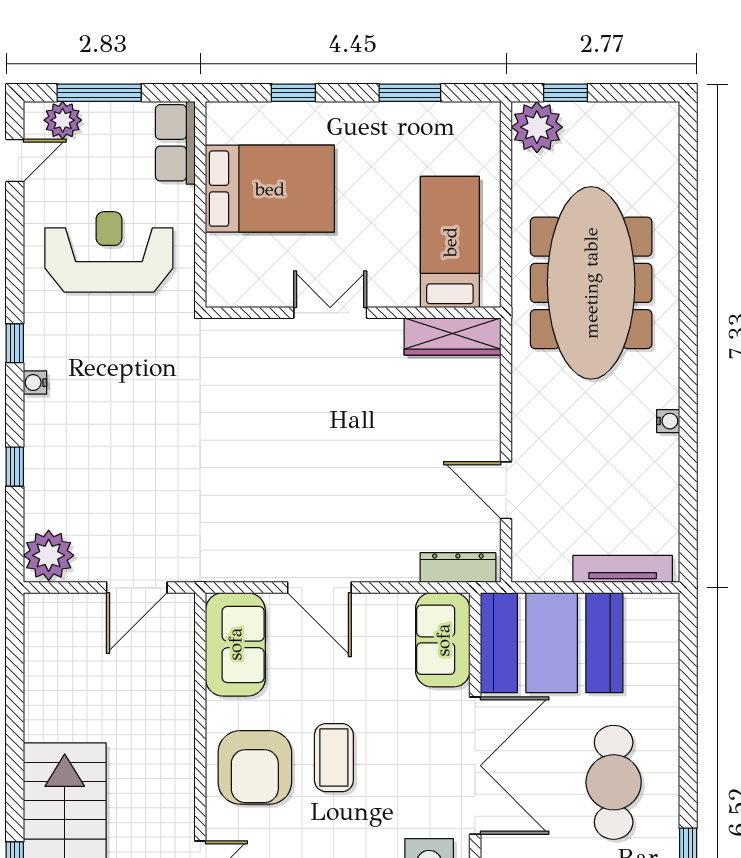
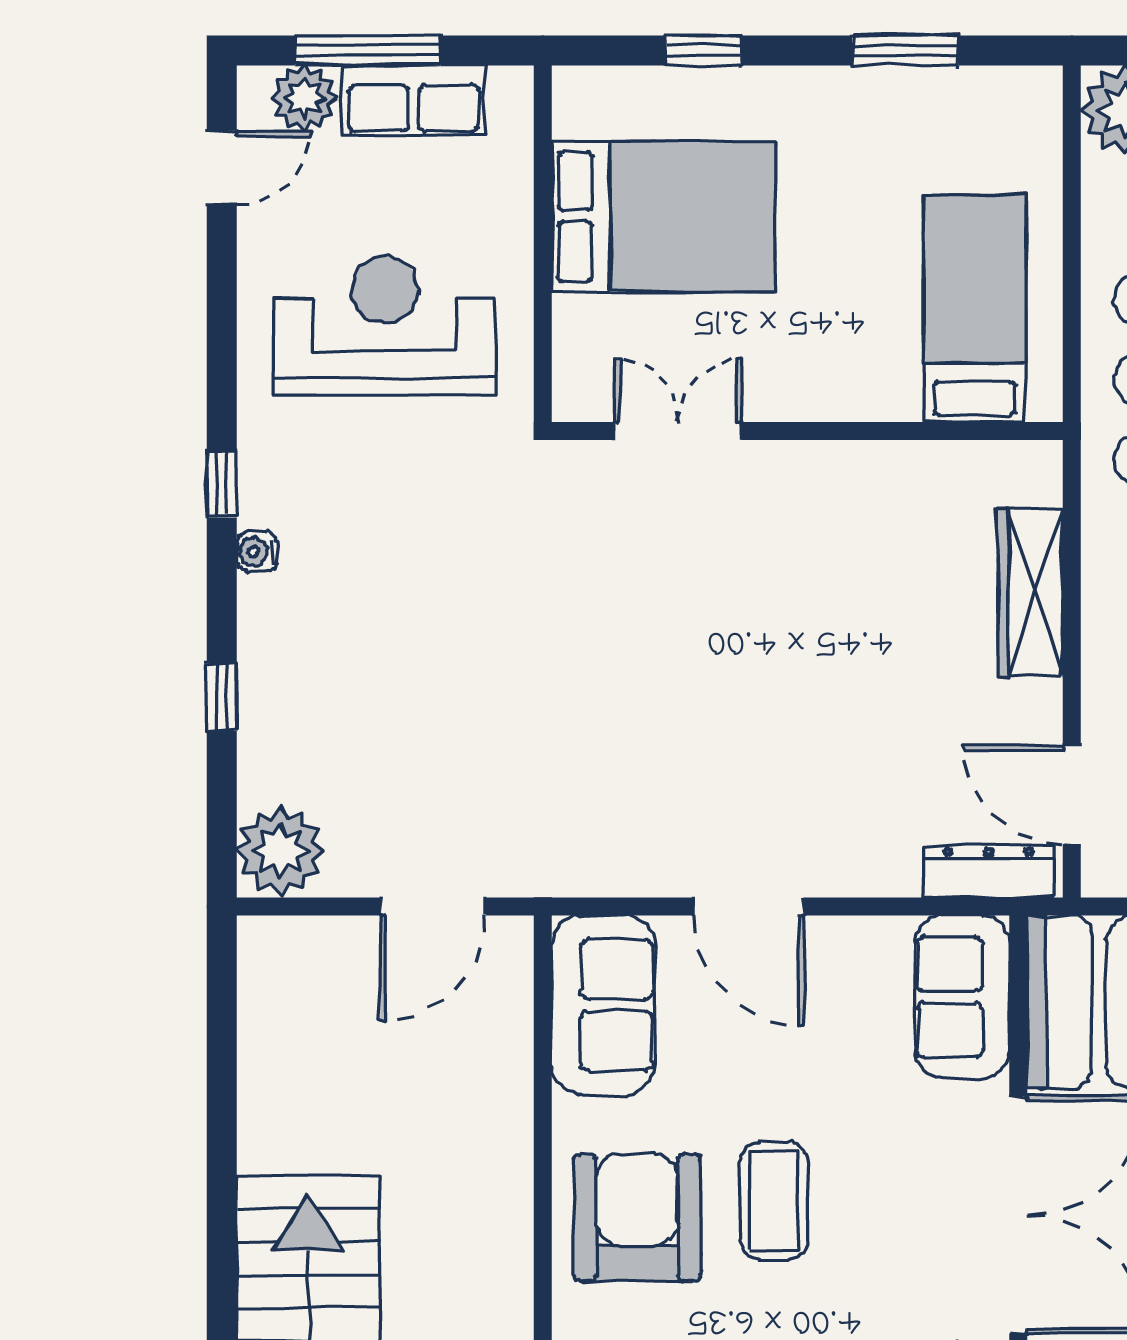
row of seats: (175, 143) -> (414, 100), moved, turned -90
double door: (330, 313) -> (678, 431), moved
wardrobe: (453, 337) -> (1030, 592), moved, turned 90
door: (506, 490) -> (1072, 795), moved
armchair: (255, 767) -> (637, 1218), turned 180

